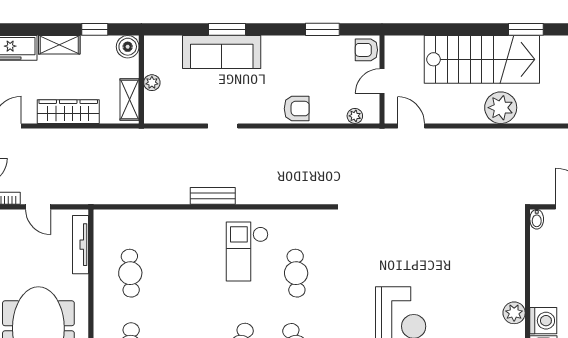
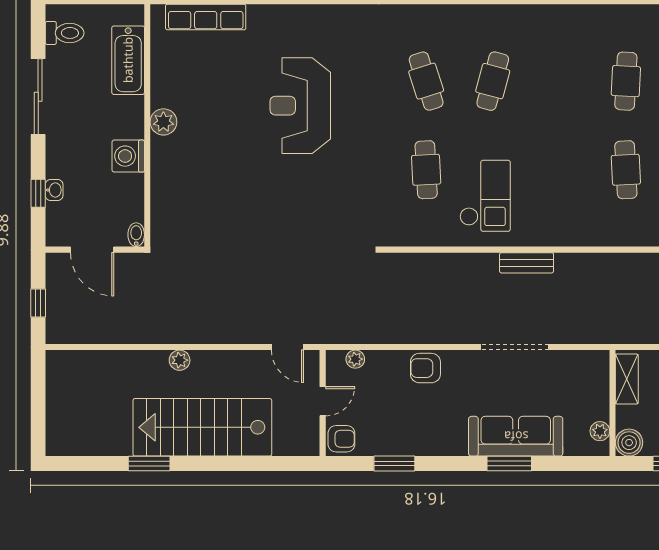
plant: (152, 83) -> (600, 431), moved
plant: (501, 108) -> (180, 360), width x0.53, depth x0.53
doorway: (223, 126) -> (514, 347), width x1.87
washing machine: (543, 321) -> (128, 156), moved

